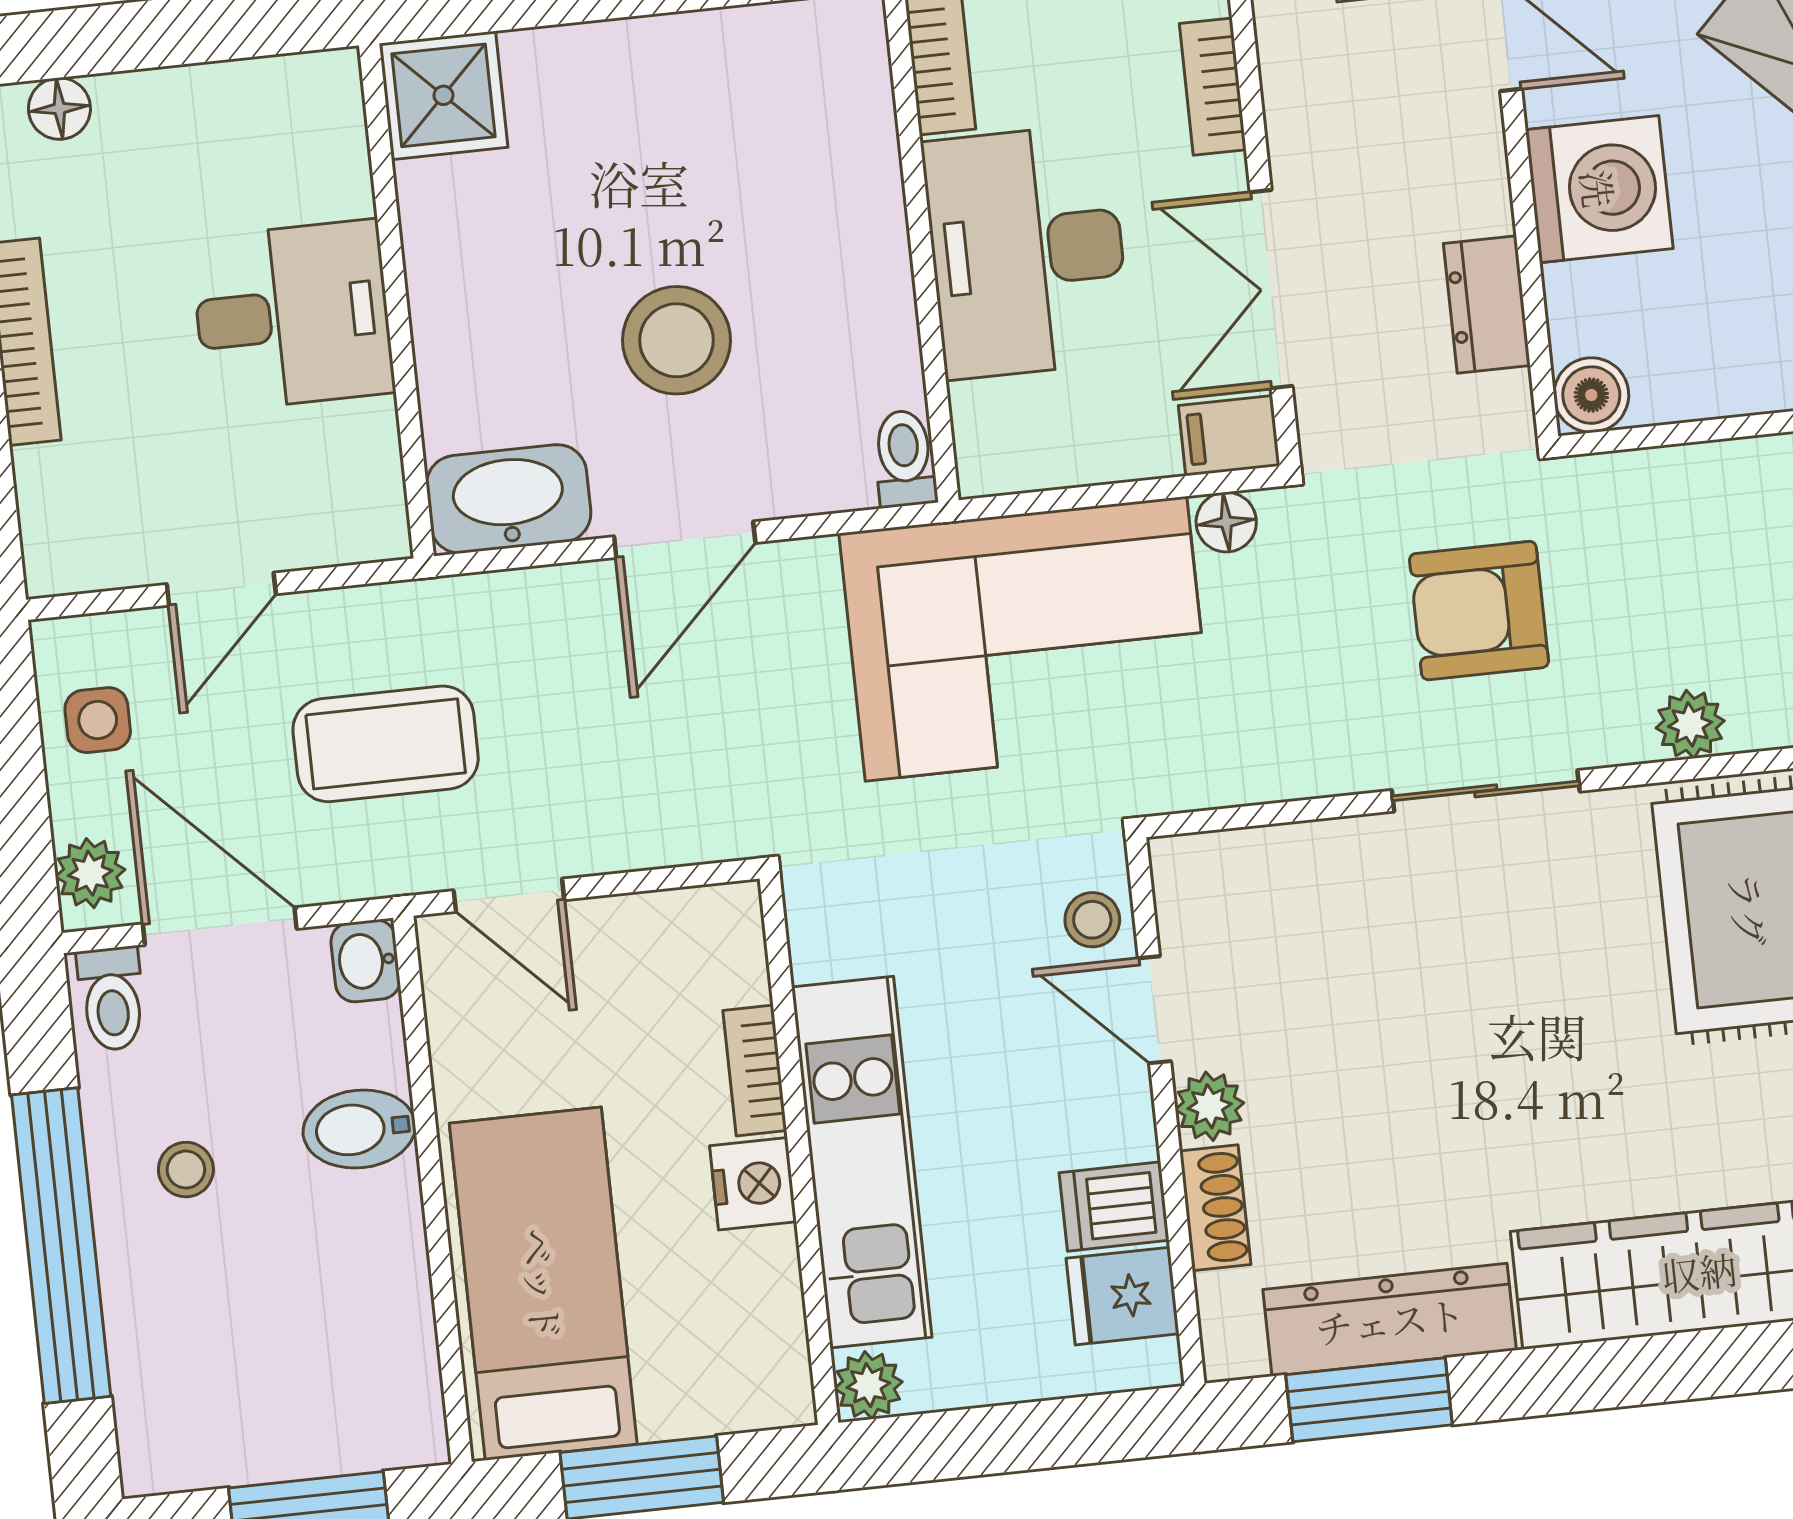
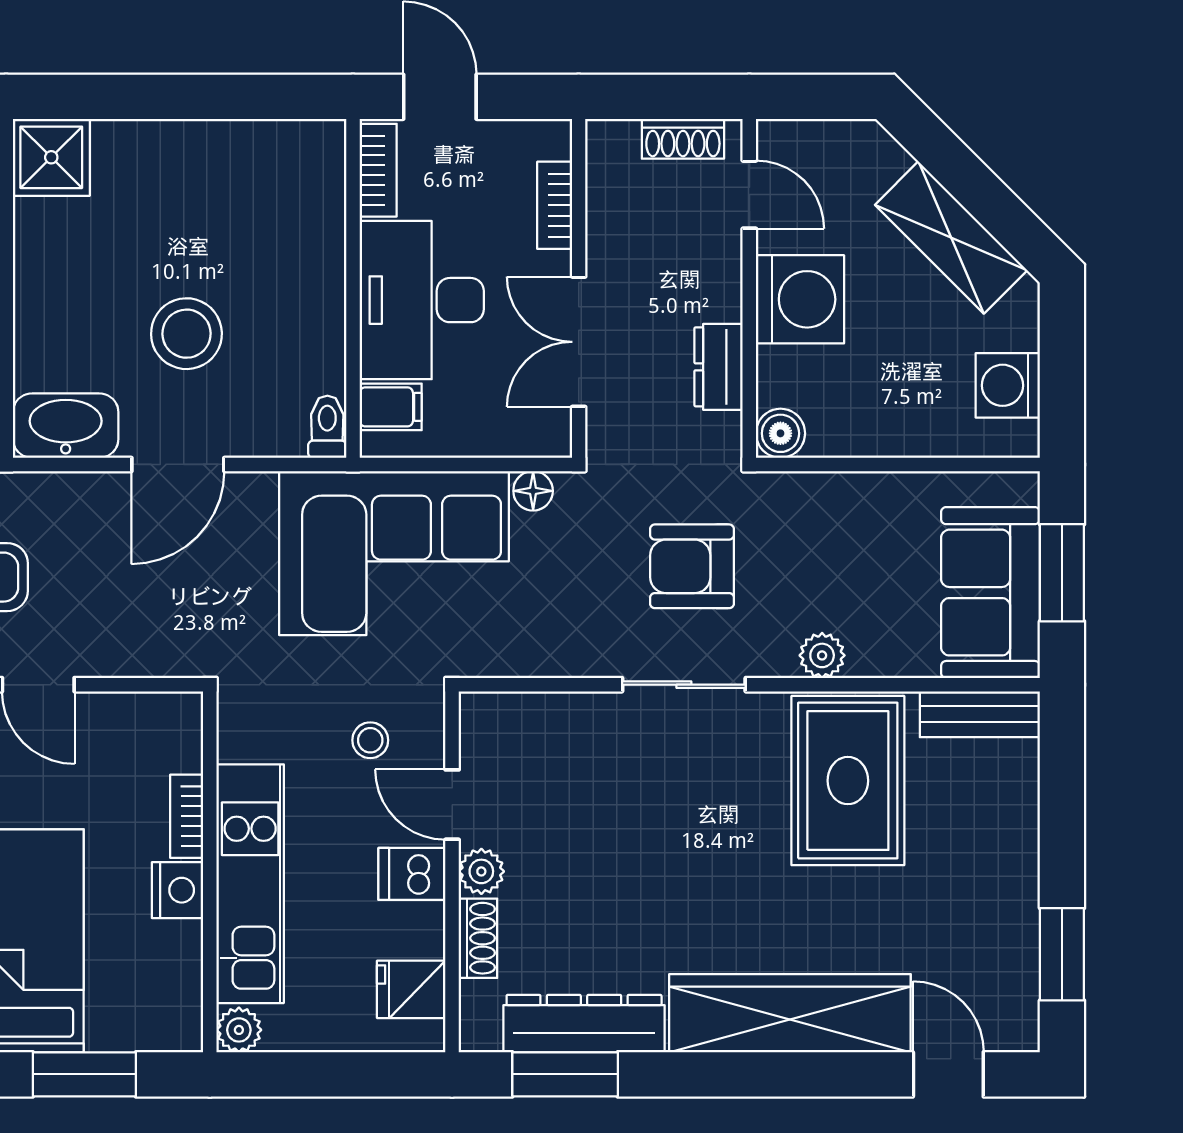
filing cabinet: (1229, 436) -> (391, 407), moved, turned 180
stool: (1092, 920) -> (370, 740), moved
dishwasher: (1114, 1206) -> (412, 874), moved

